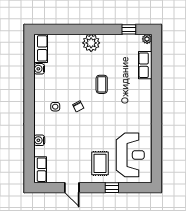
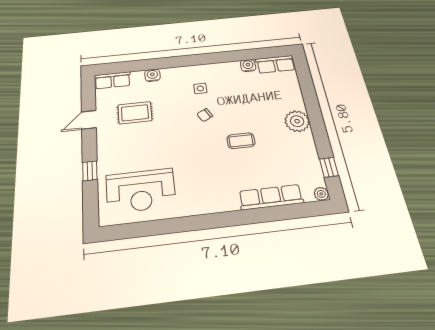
row of seats: (145, 65) -> (271, 197), width x1.48
rug: (100, 163) -> (135, 113), moved

